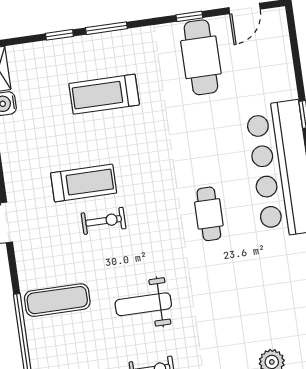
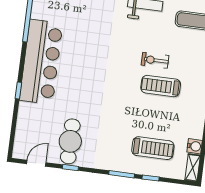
treadmill: (104, 94) -> (153, 148), moved
cafe table: (209, 214) -> (91, 47), removed

